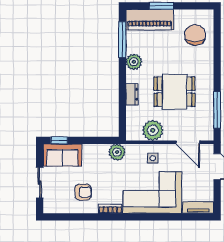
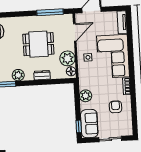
dining table: (174, 92) -> (38, 44), turned 90
floor lamp: (135, 134) -> (71, 71), added
plant: (117, 152) -> (86, 96), moved

